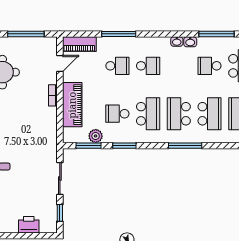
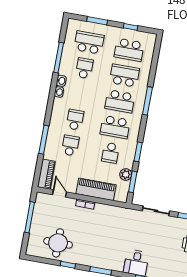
school desk: (210, 66) -> (84, 68), turned 180
school desk: (148, 114) -> (115, 127), turned 180

